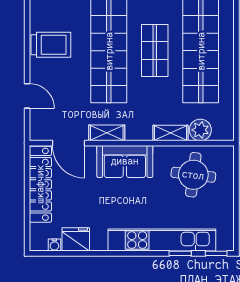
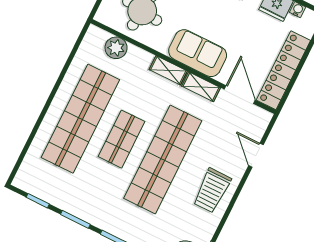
trolley: (51, 45) -> (212, 190), turned -90
shelving: (170, 133) -> (168, 70), moved

